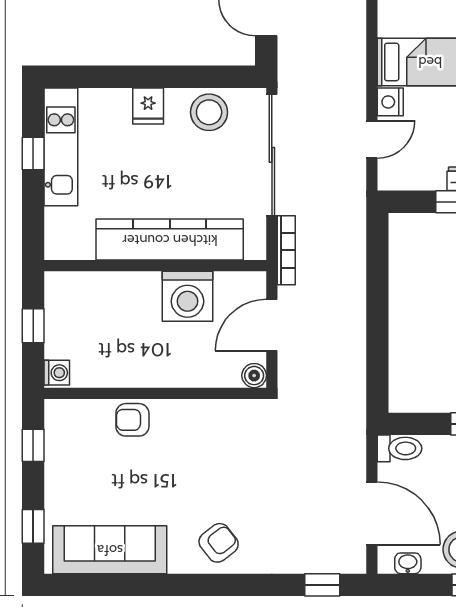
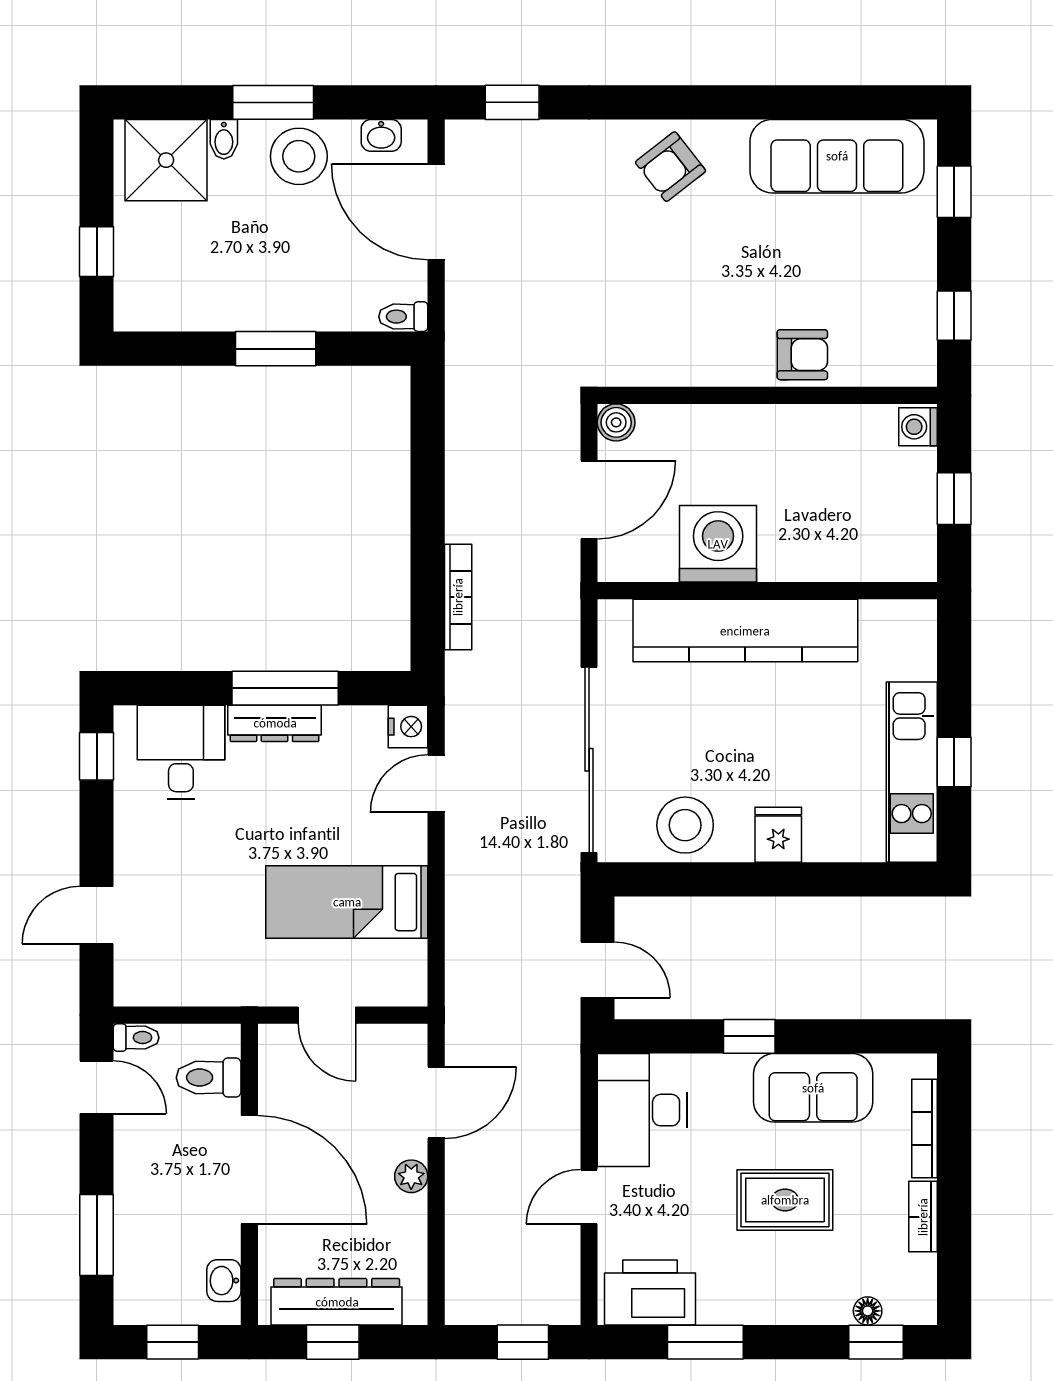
nightstand: (390, 102) -> (408, 727), moved
bookcase: (286, 250) -> (458, 597), moved, turned 180
toilet: (400, 448) -> (403, 317), width x0.73, depth x0.72

